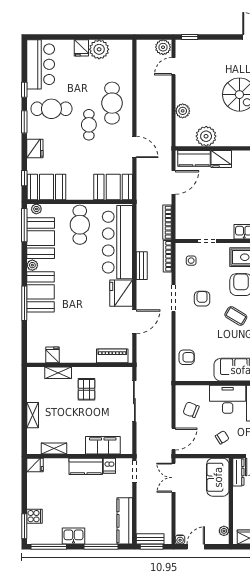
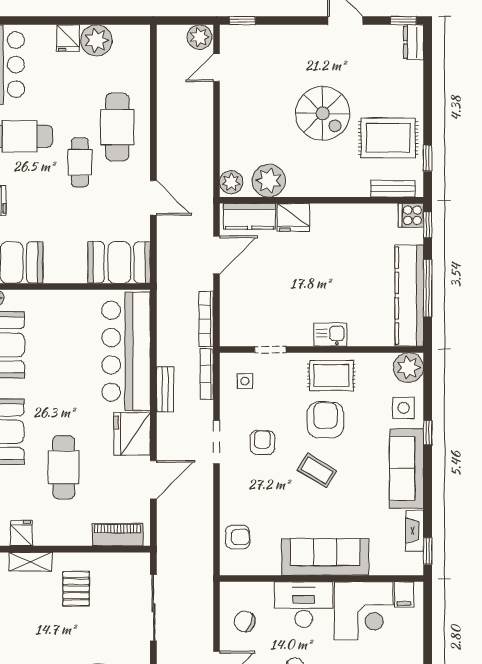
plant: (183, 111) -> (231, 182), moved
cafe table: (80, 225) -> (64, 467), moved

